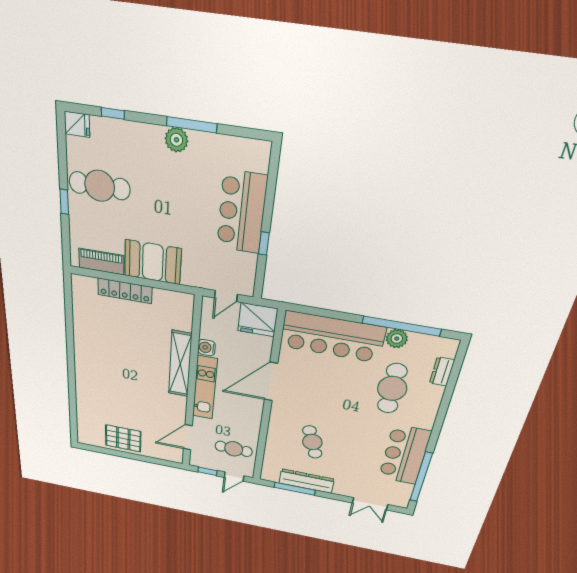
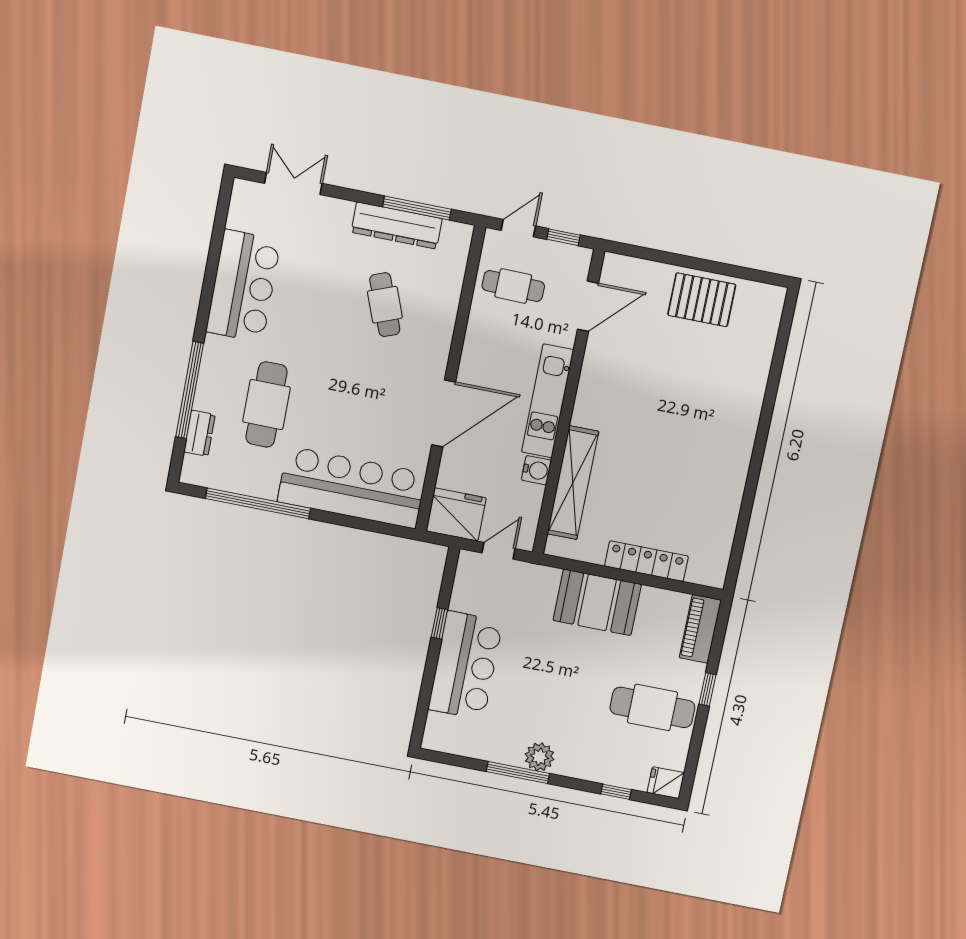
piano: (101, 262) -> (700, 629), moved, turned 90
plant: (397, 339) -> (263, 484), removed
shelving: (180, 364) -> (573, 483), moved
window: (421, 477) -> (190, 390), moved

